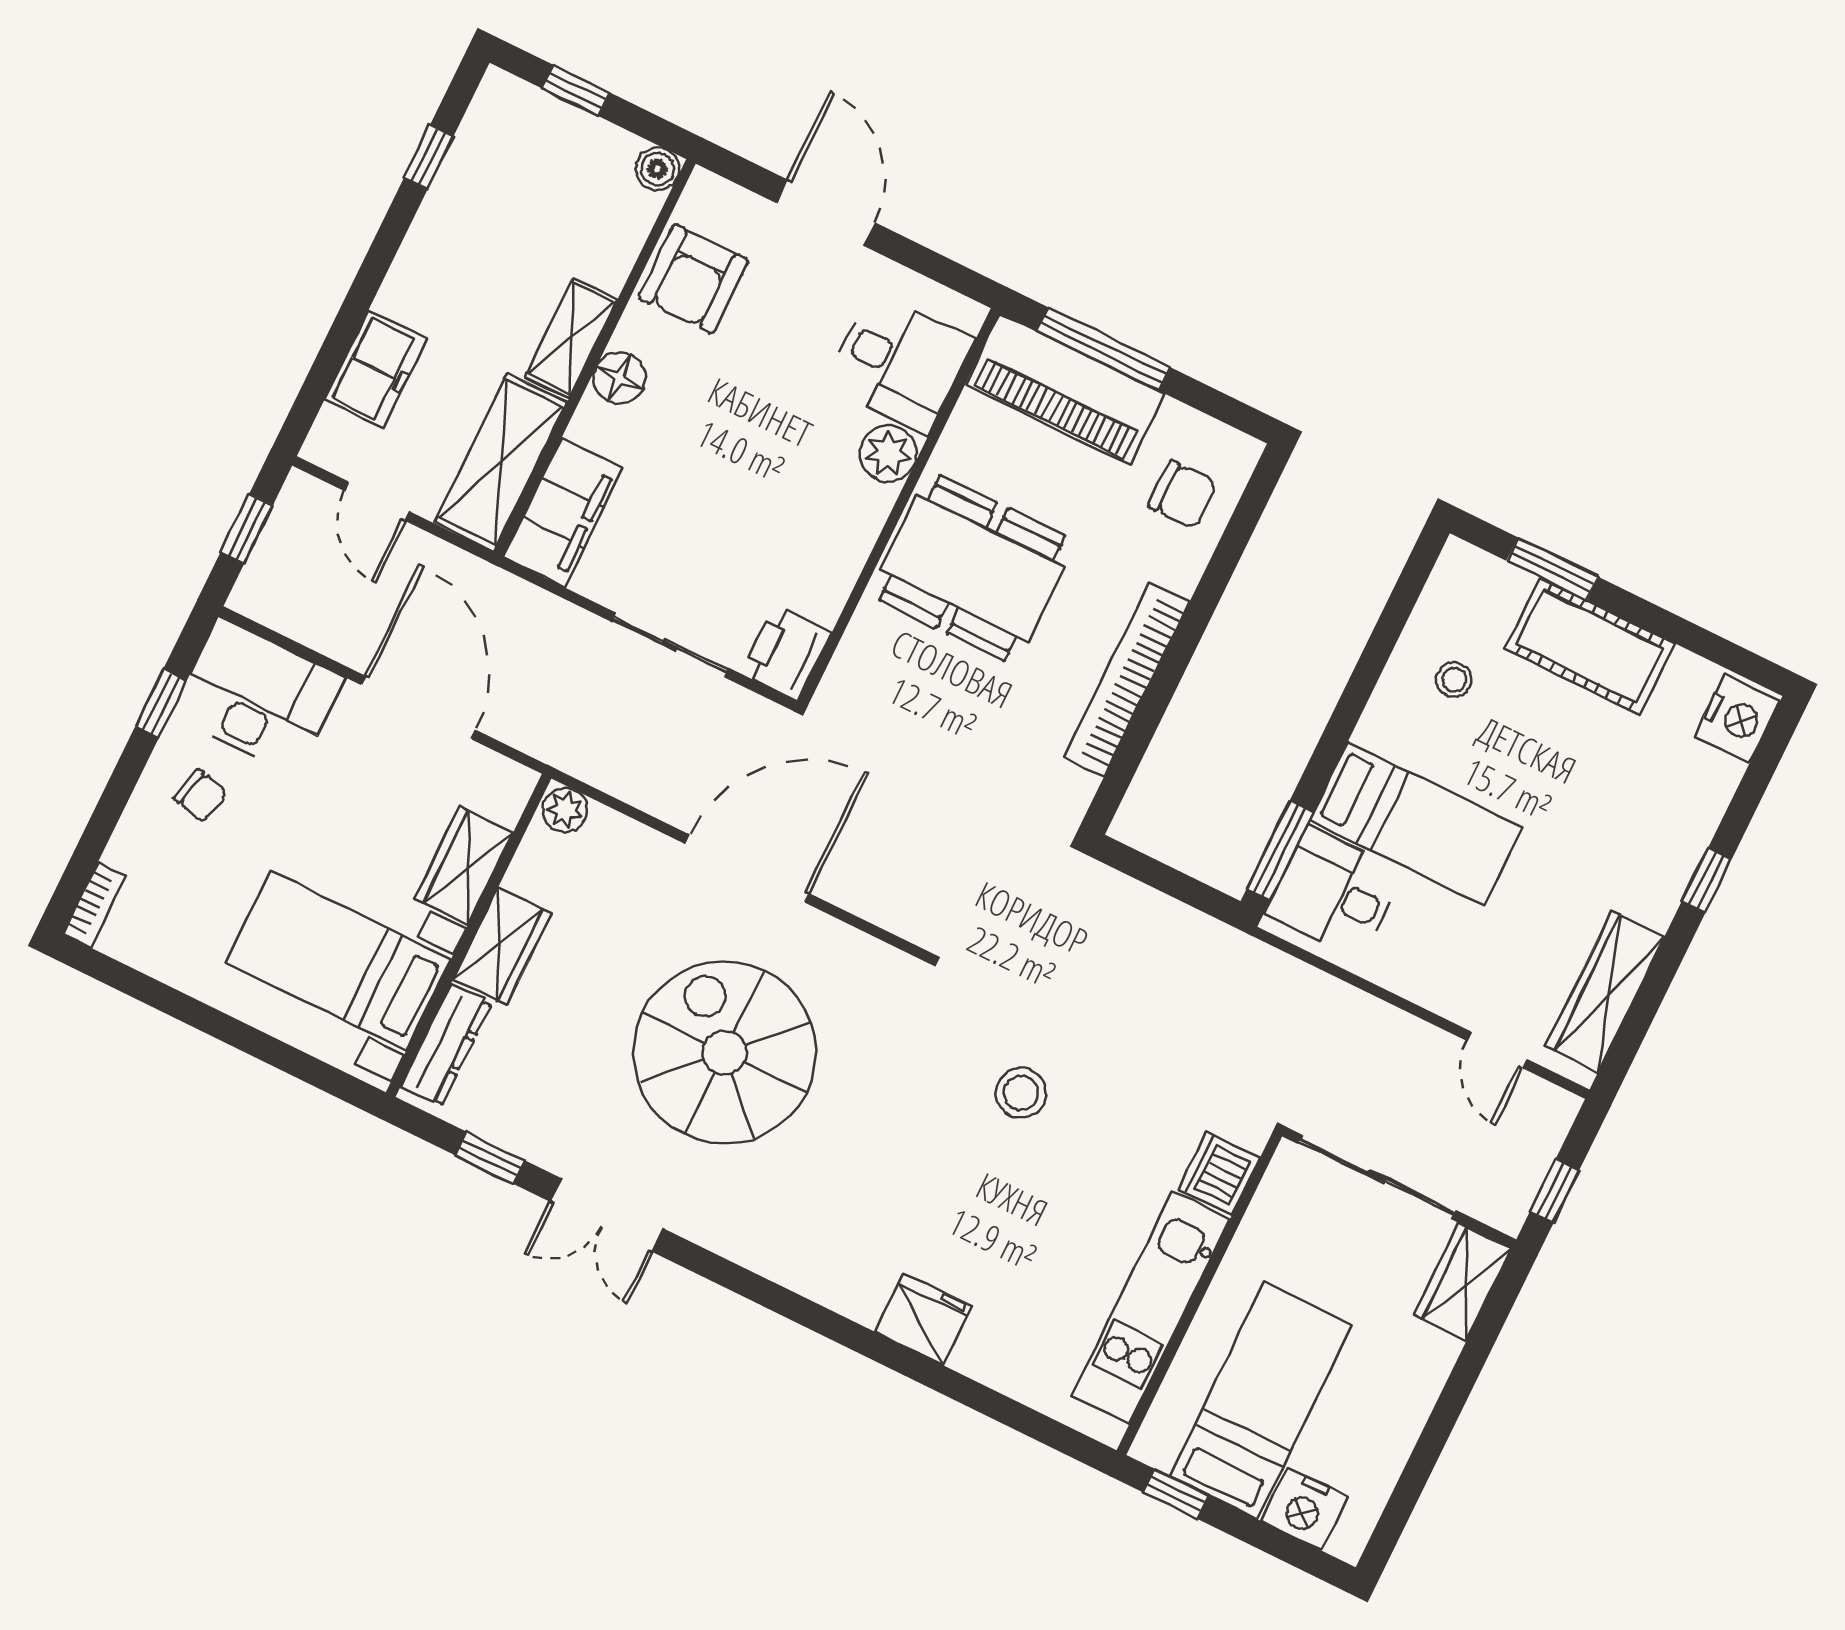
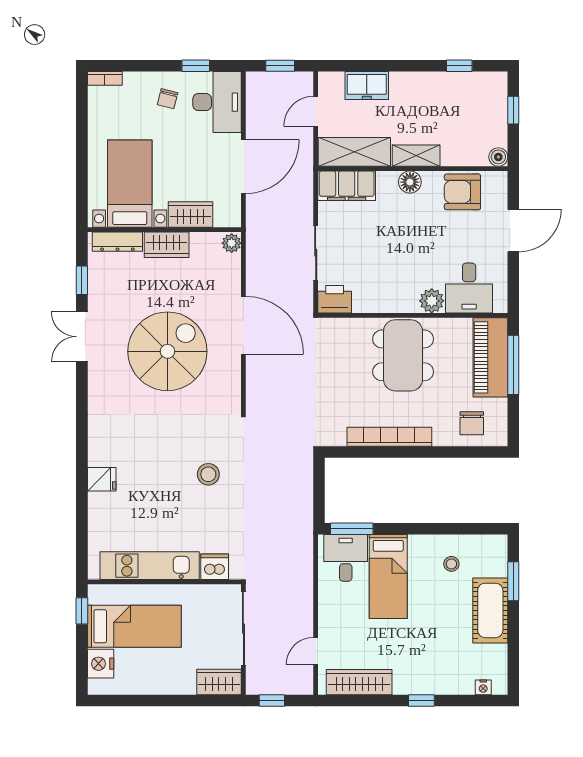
nightstand: (1737, 719) -> (483, 687), width x0.53, depth x0.56
fridge: (923, 1319) -> (102, 479), width x0.72

